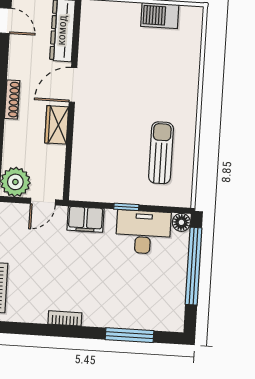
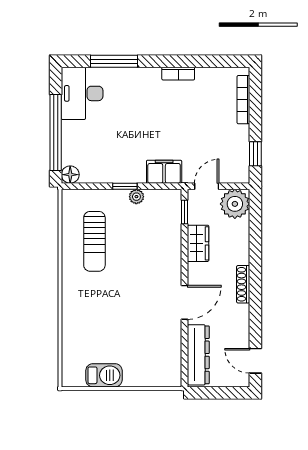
wardrobe: (57, 125) -> (198, 243), moved
window: (67, 177) -> (185, 212), added
plant: (115, 196) -> (136, 197), added
desk: (143, 232) -> (82, 93), moved, turned 90

